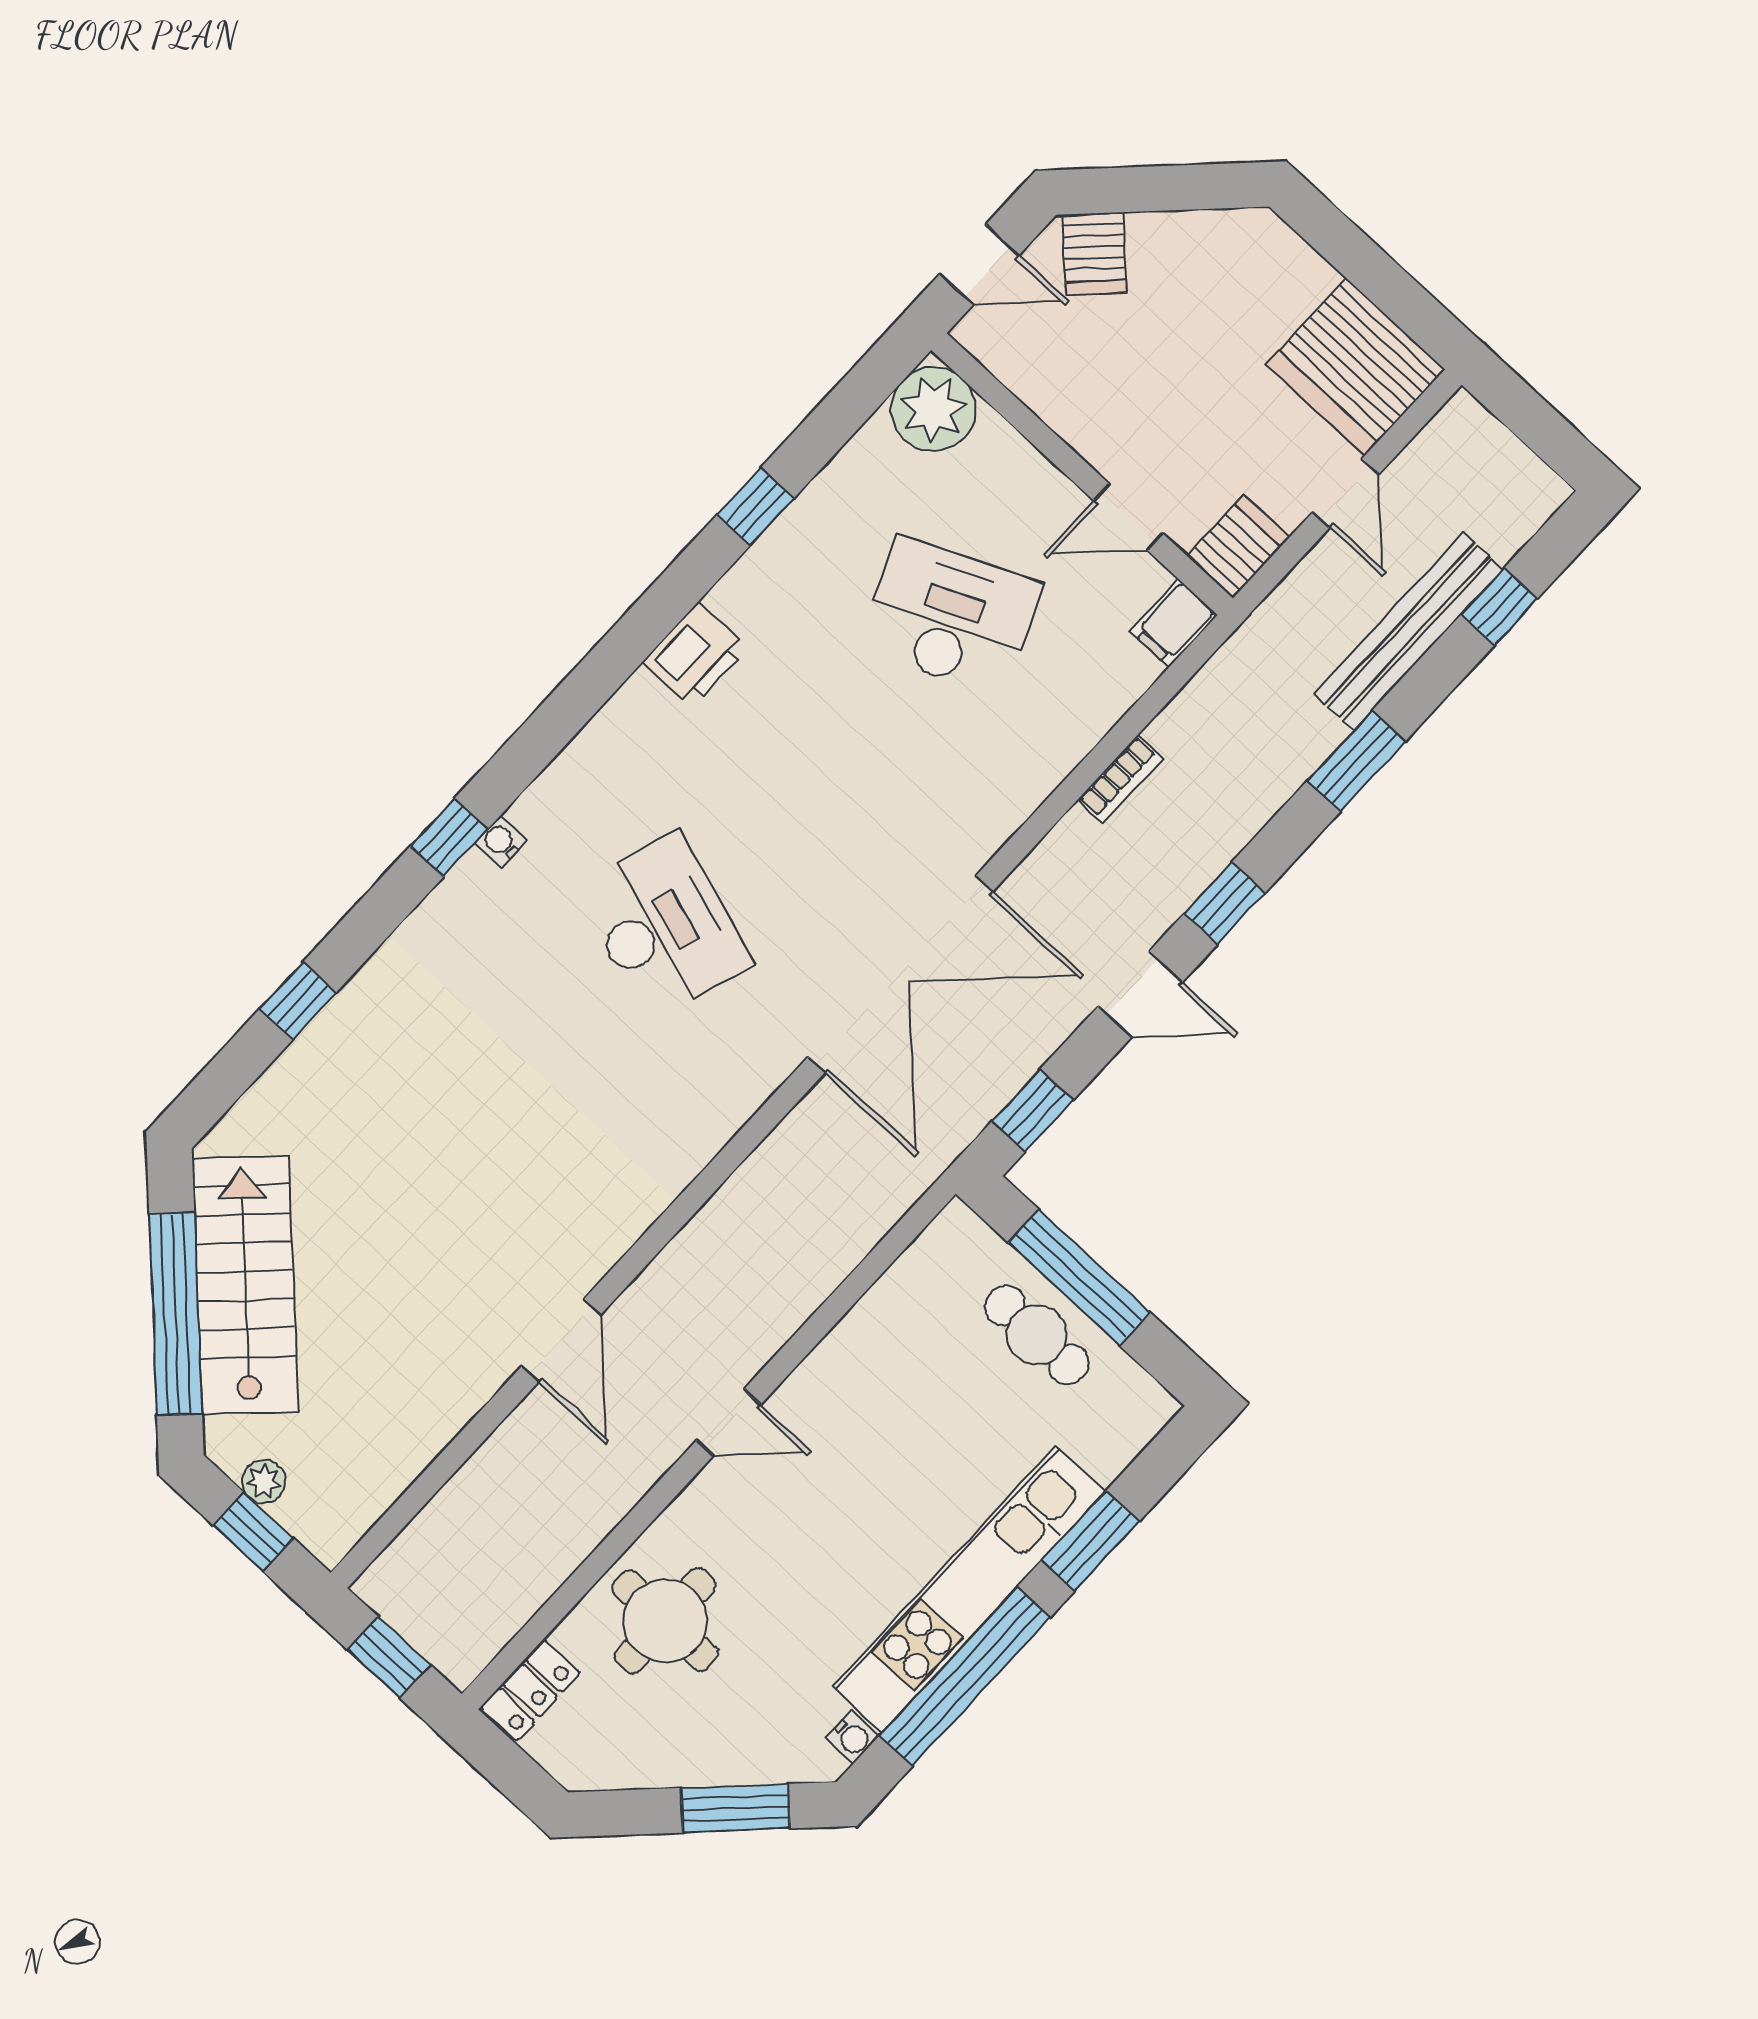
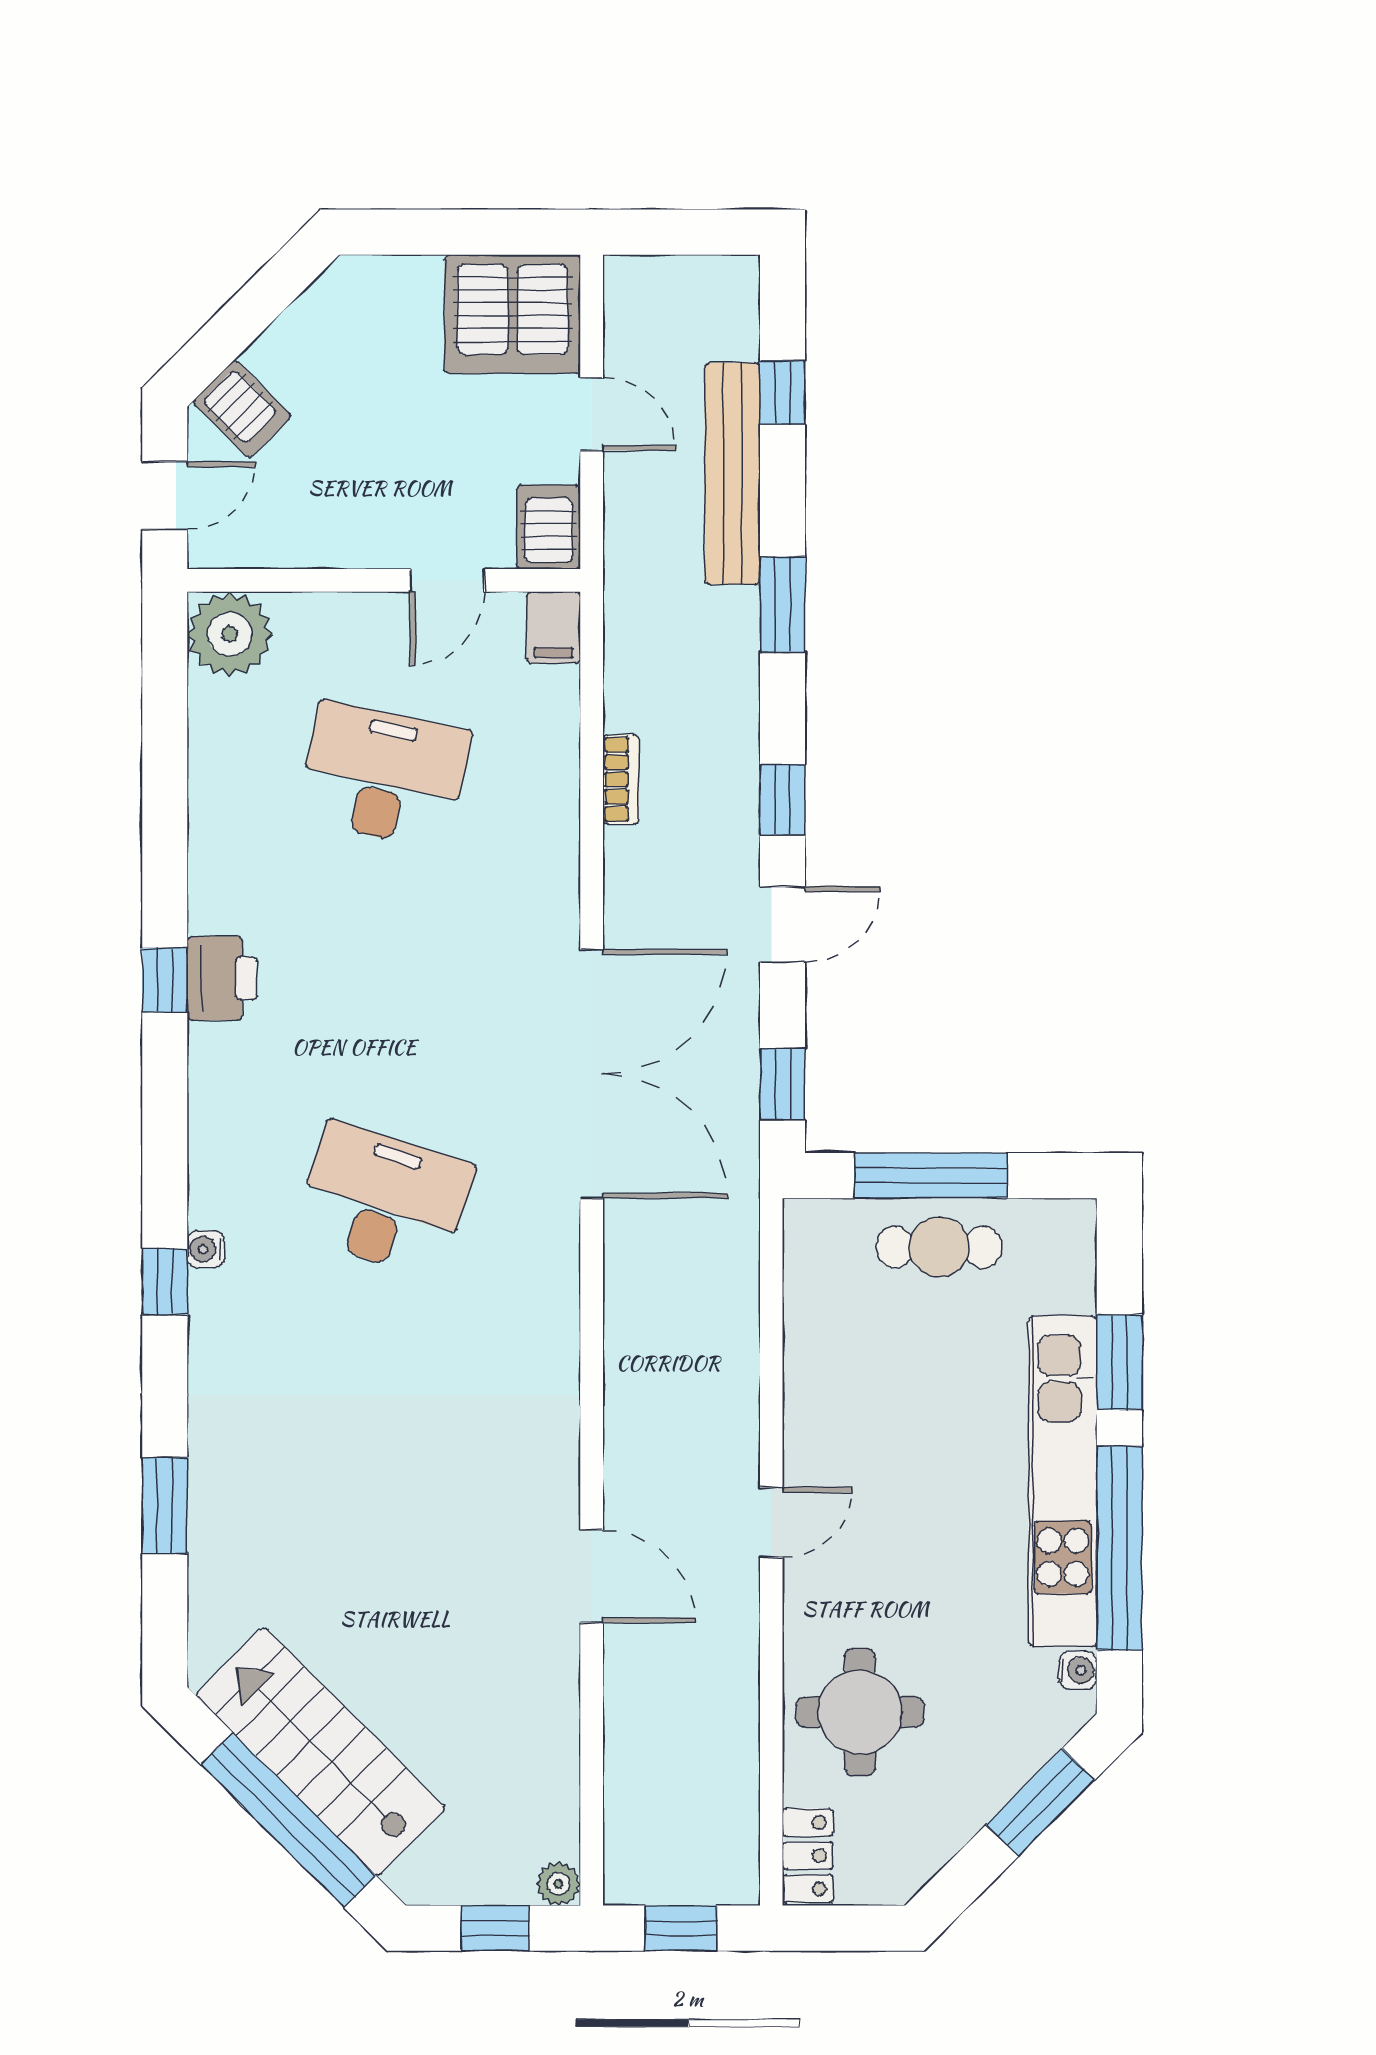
window: (756, 506) -> (165, 980), moved
desk: (951, 616) -> (384, 775), turned 36
window: (298, 1001) -> (165, 1505), width x1.50
plant: (264, 1481) -> (558, 1884), moved

